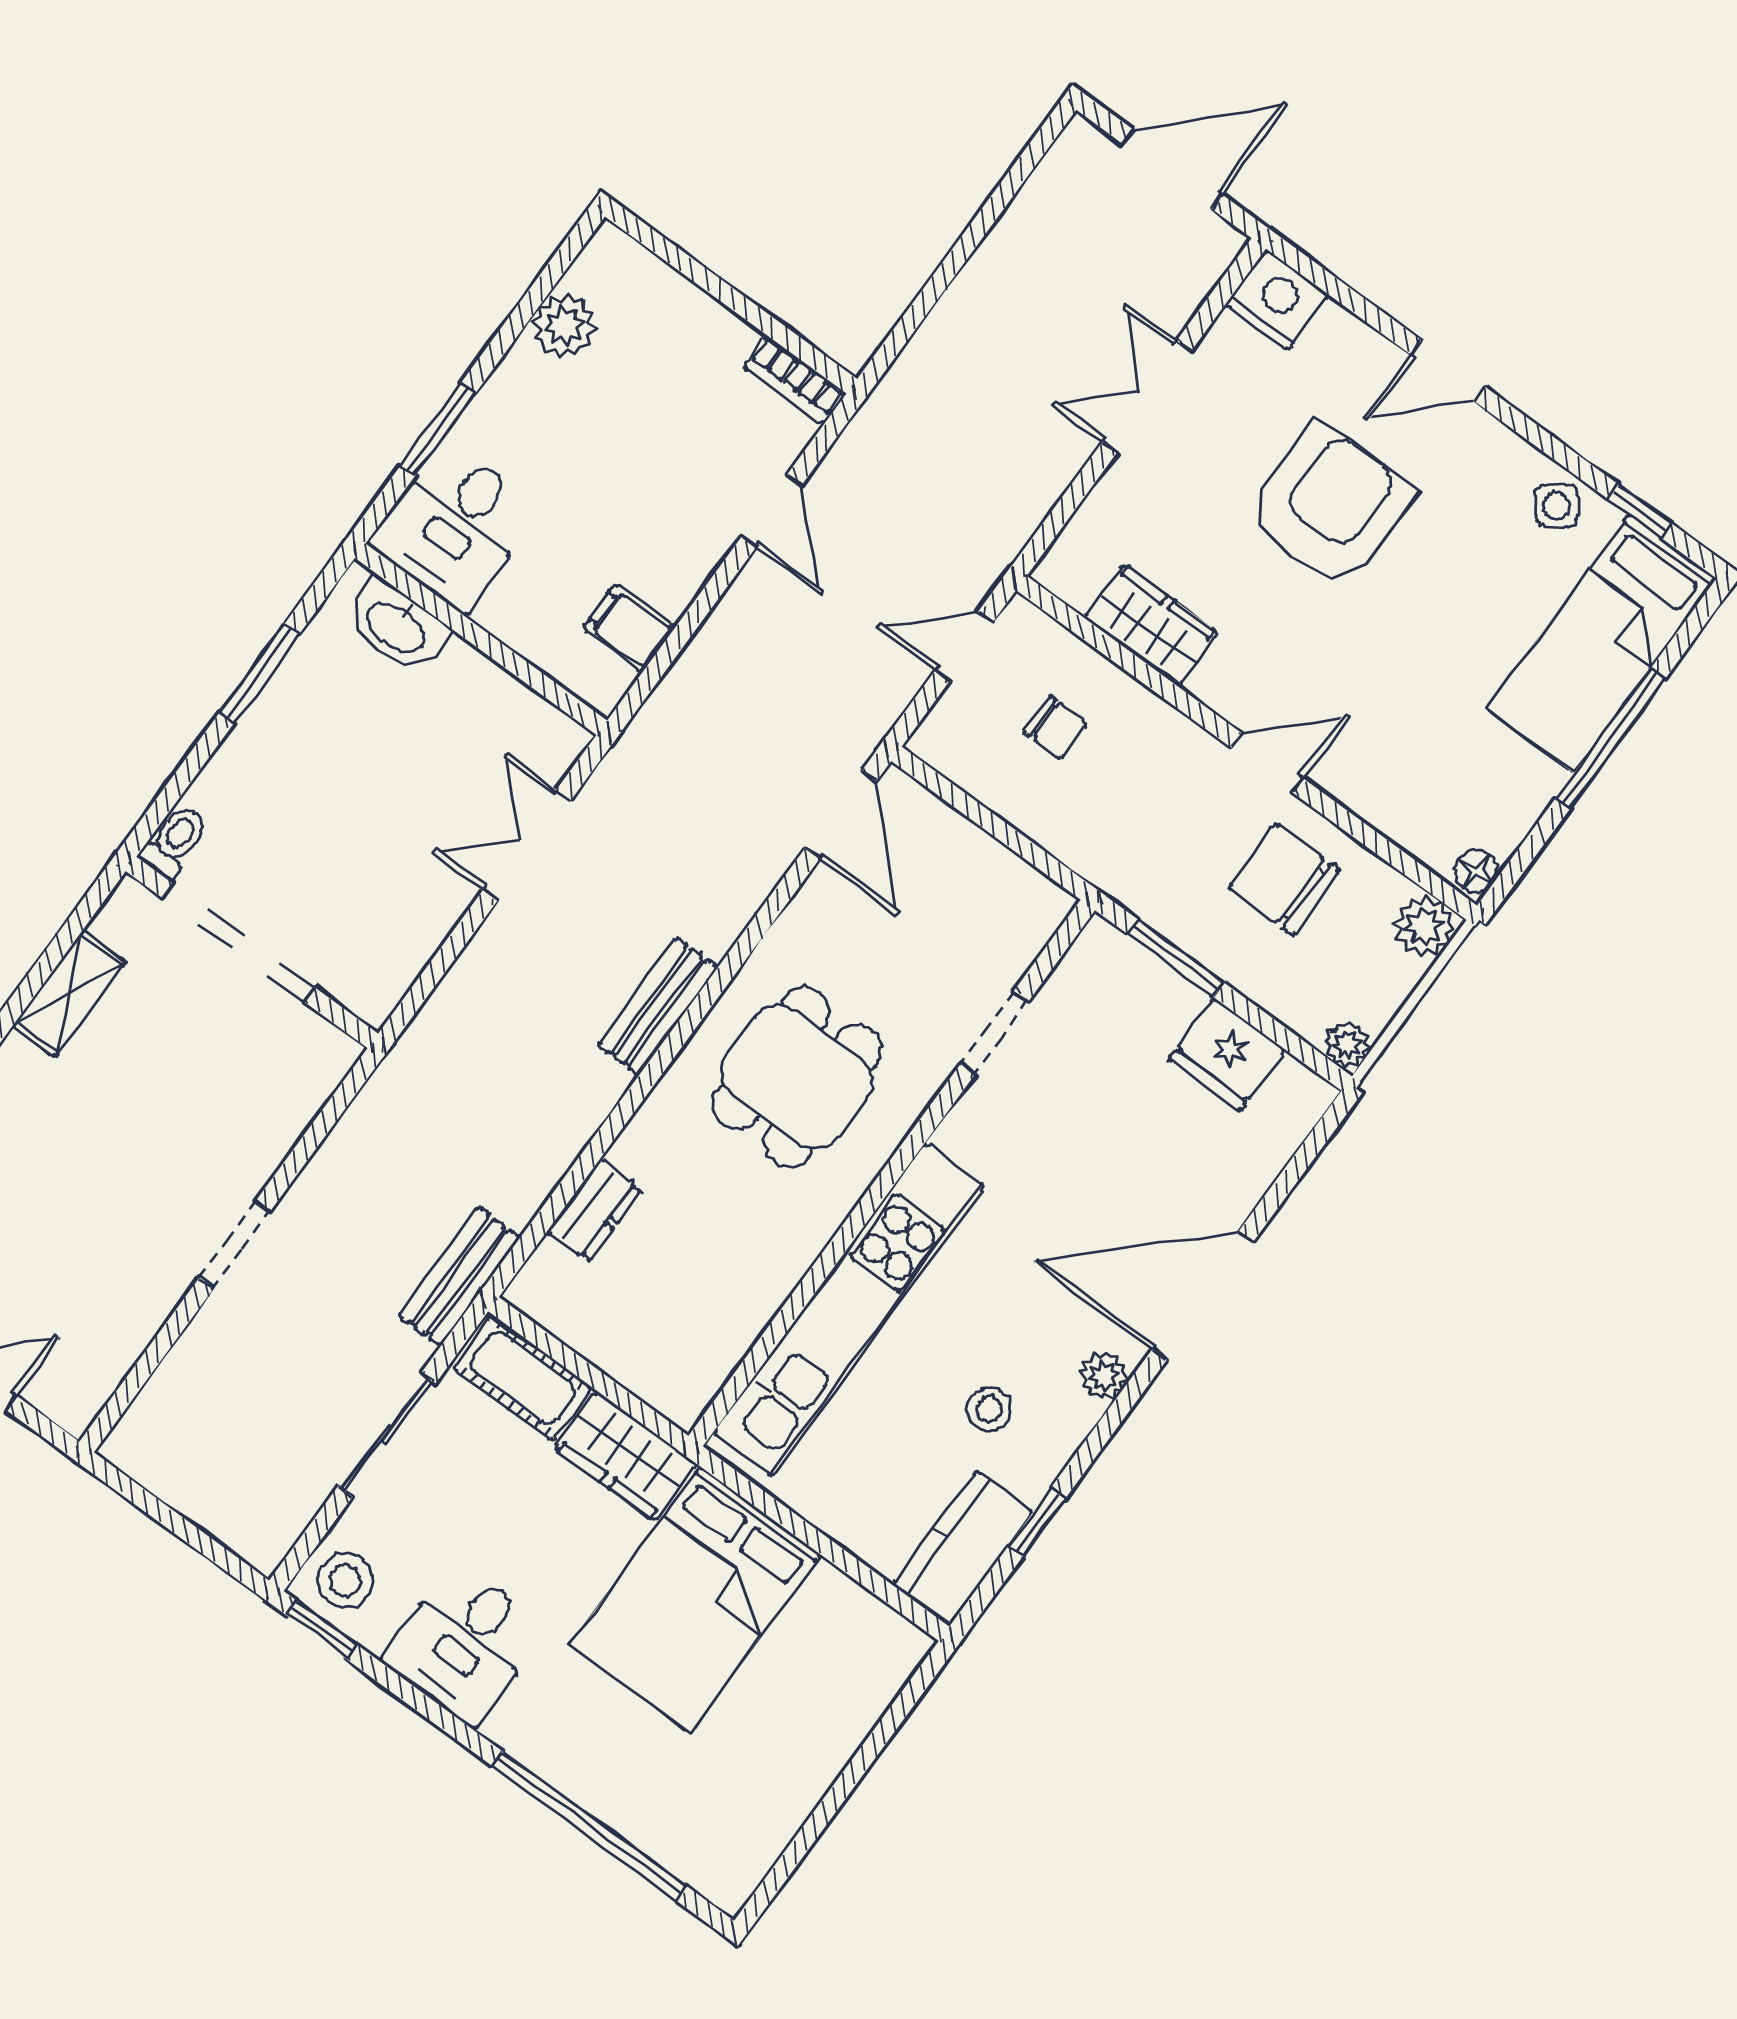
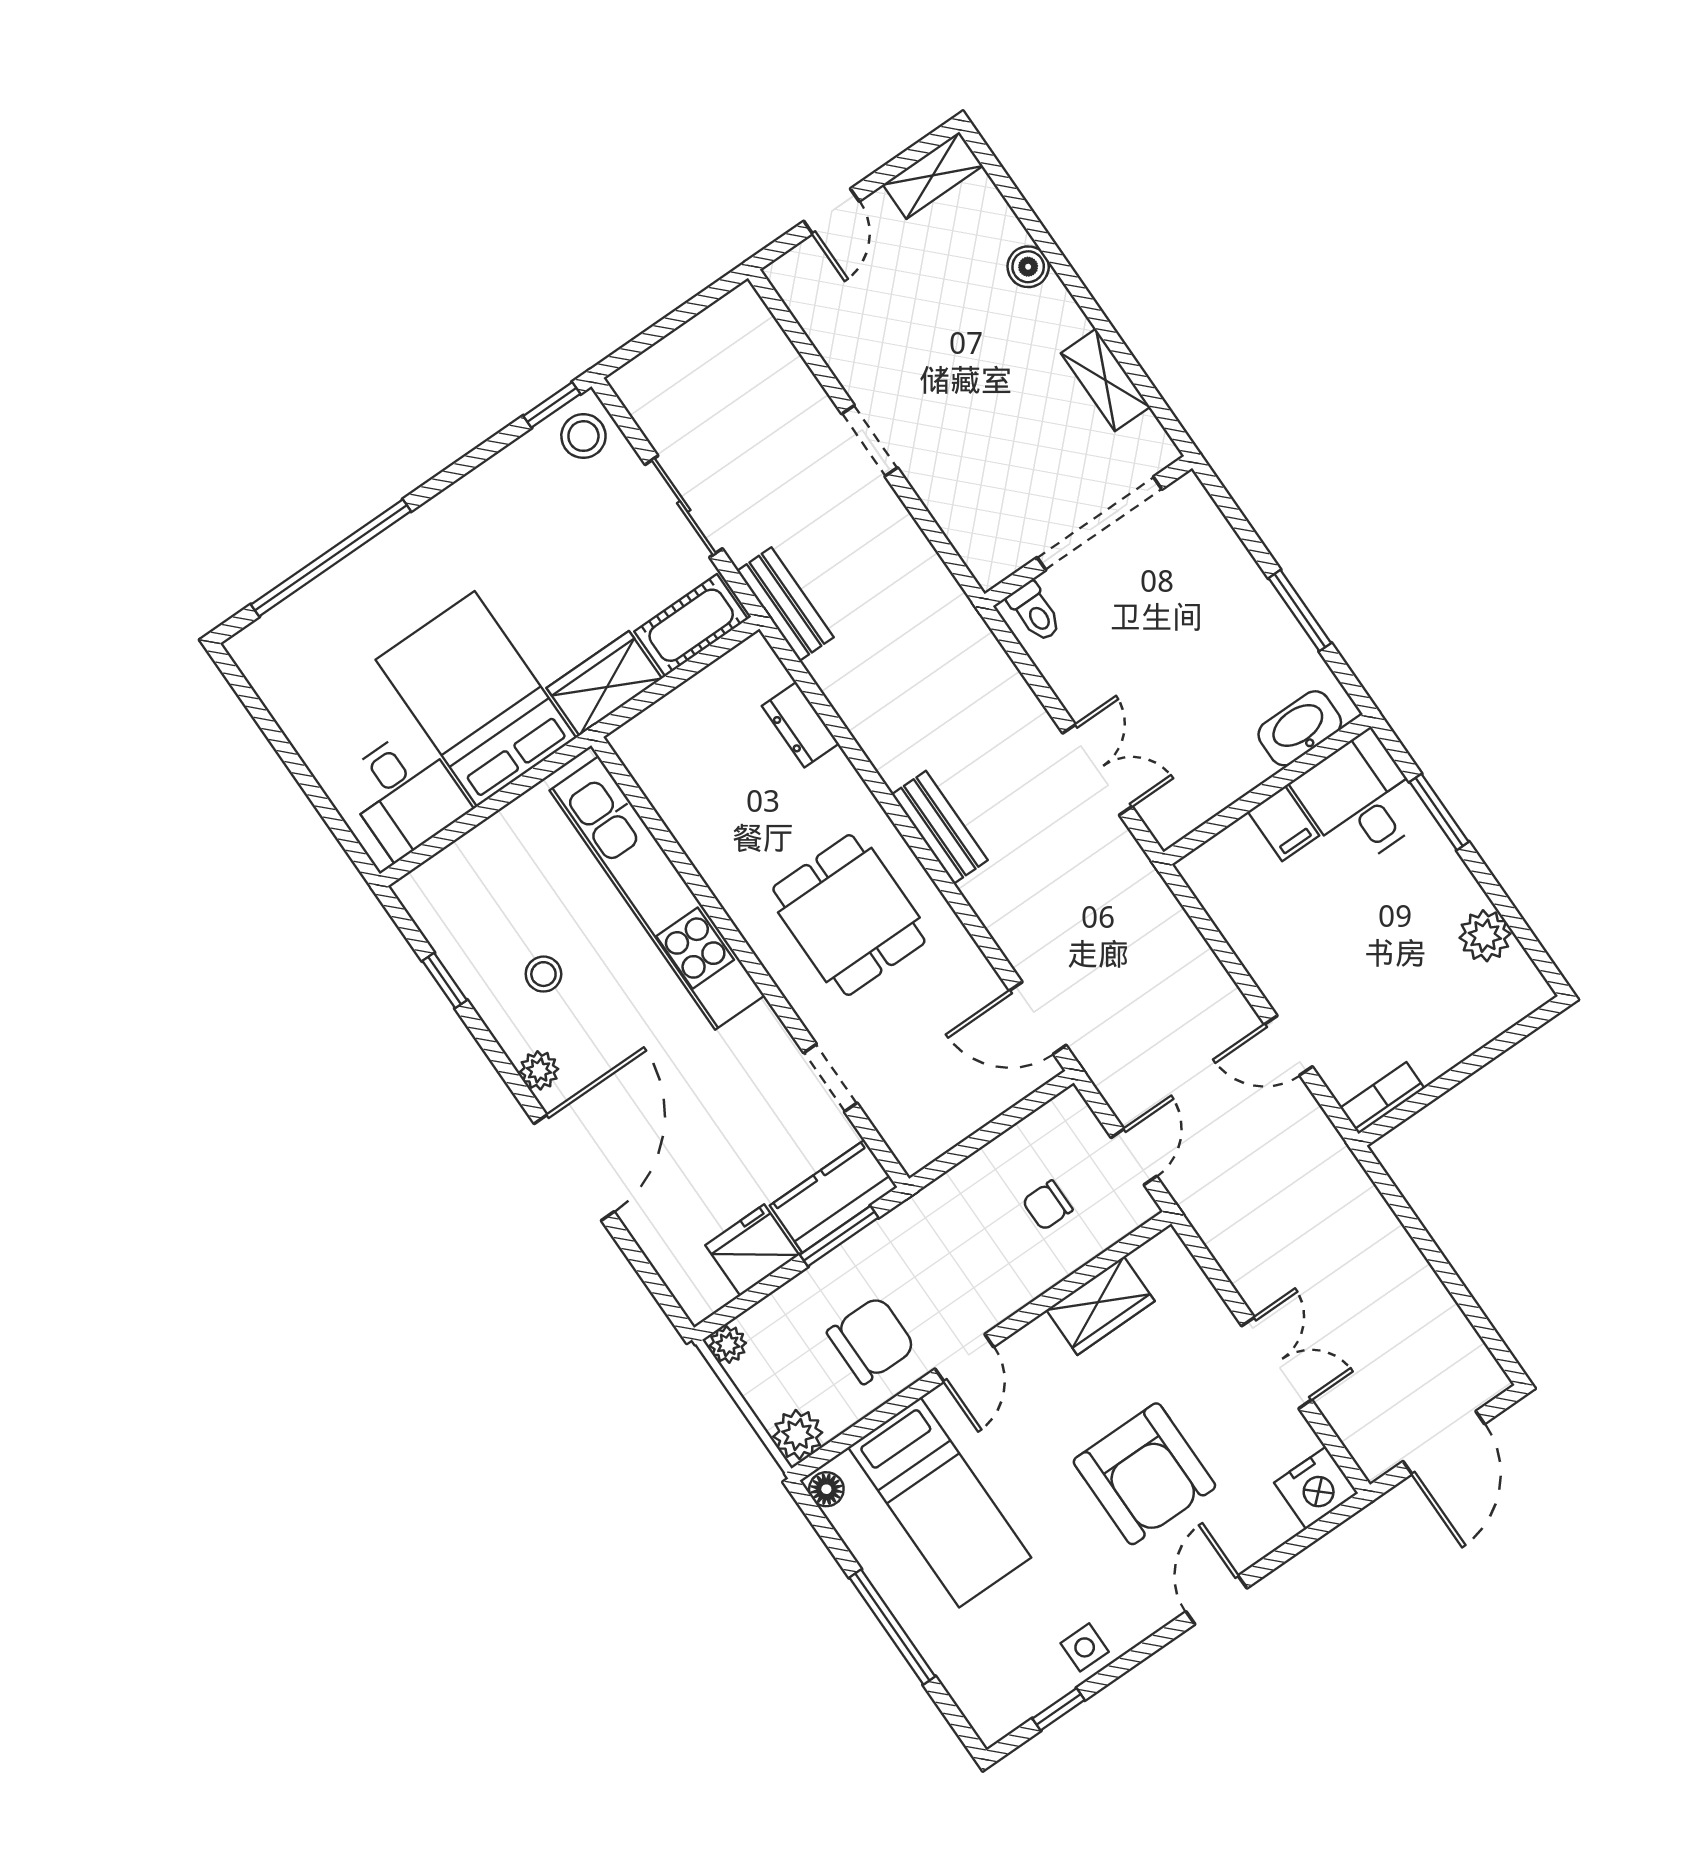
side table: (1557, 506) -> (1085, 1647), turned 36
filing cabinet: (629, 628) -> (1283, 824), moved, turned 90
bed: (1602, 644) -> (940, 1502), moved, turned 180
toilet: (175, 841) -> (1035, 612), moved
kitchen counter: (963, 1548) -> (833, 1196), moved, turned -90
desk: (465, 1644) -> (405, 794), moved, turned 180

